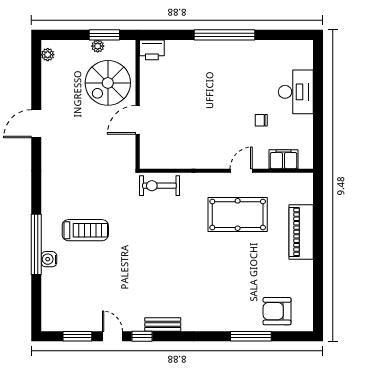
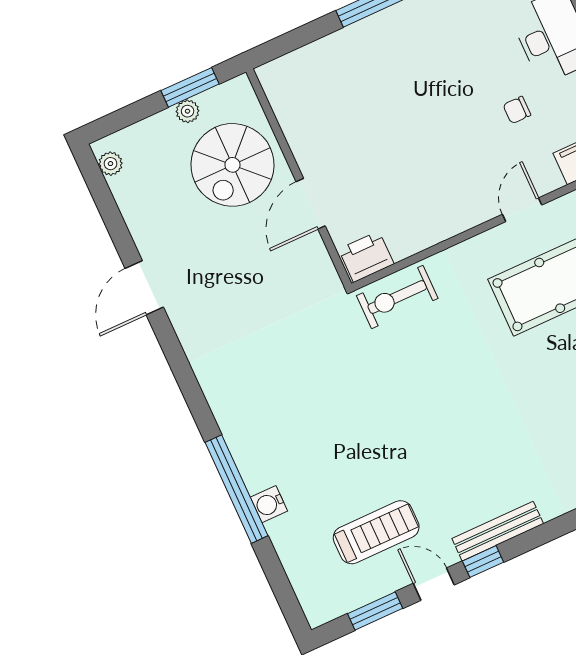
printer: (152, 50) -> (366, 257), moved, turned 180
treadmill: (85, 230) -> (376, 532), moved
bench: (163, 324) -> (498, 531), width x1.36

